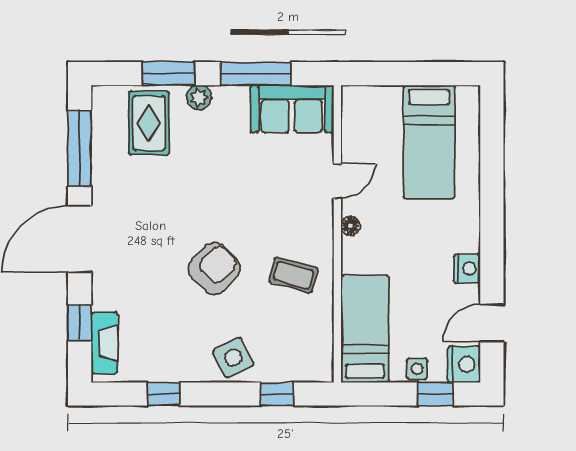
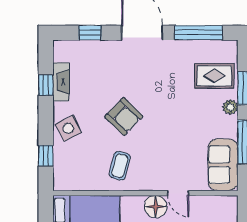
floor lamp: (350, 226) -> (156, 207), width x1.89, depth x1.89
fireplace: (104, 343) -> (61, 82), moved, turned -90

